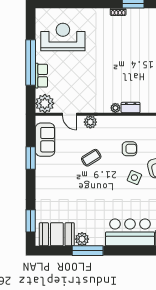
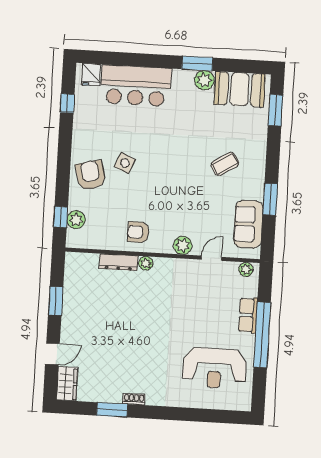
plant: (45, 103) -> (246, 269), width x0.53, depth x0.53
dresser: (131, 108) -> (119, 262), width x1.44
door: (70, 114) -> (211, 258), hinge flipped
armchair: (129, 149) -> (138, 232), moved
coffee table: (91, 158) -> (225, 164), moved
window: (88, 251) -> (197, 63), width x0.69

